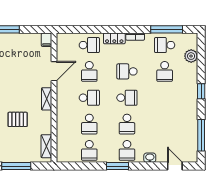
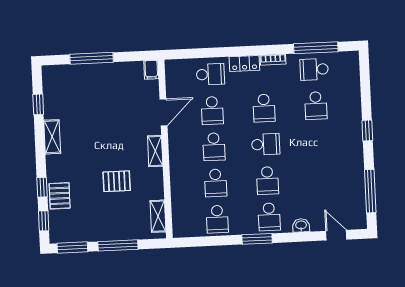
plant: (191, 56) -> (351, 83), removed
school desk: (127, 71) -> (264, 108), turned -90
school desk: (89, 98) -> (214, 147), turned 90

